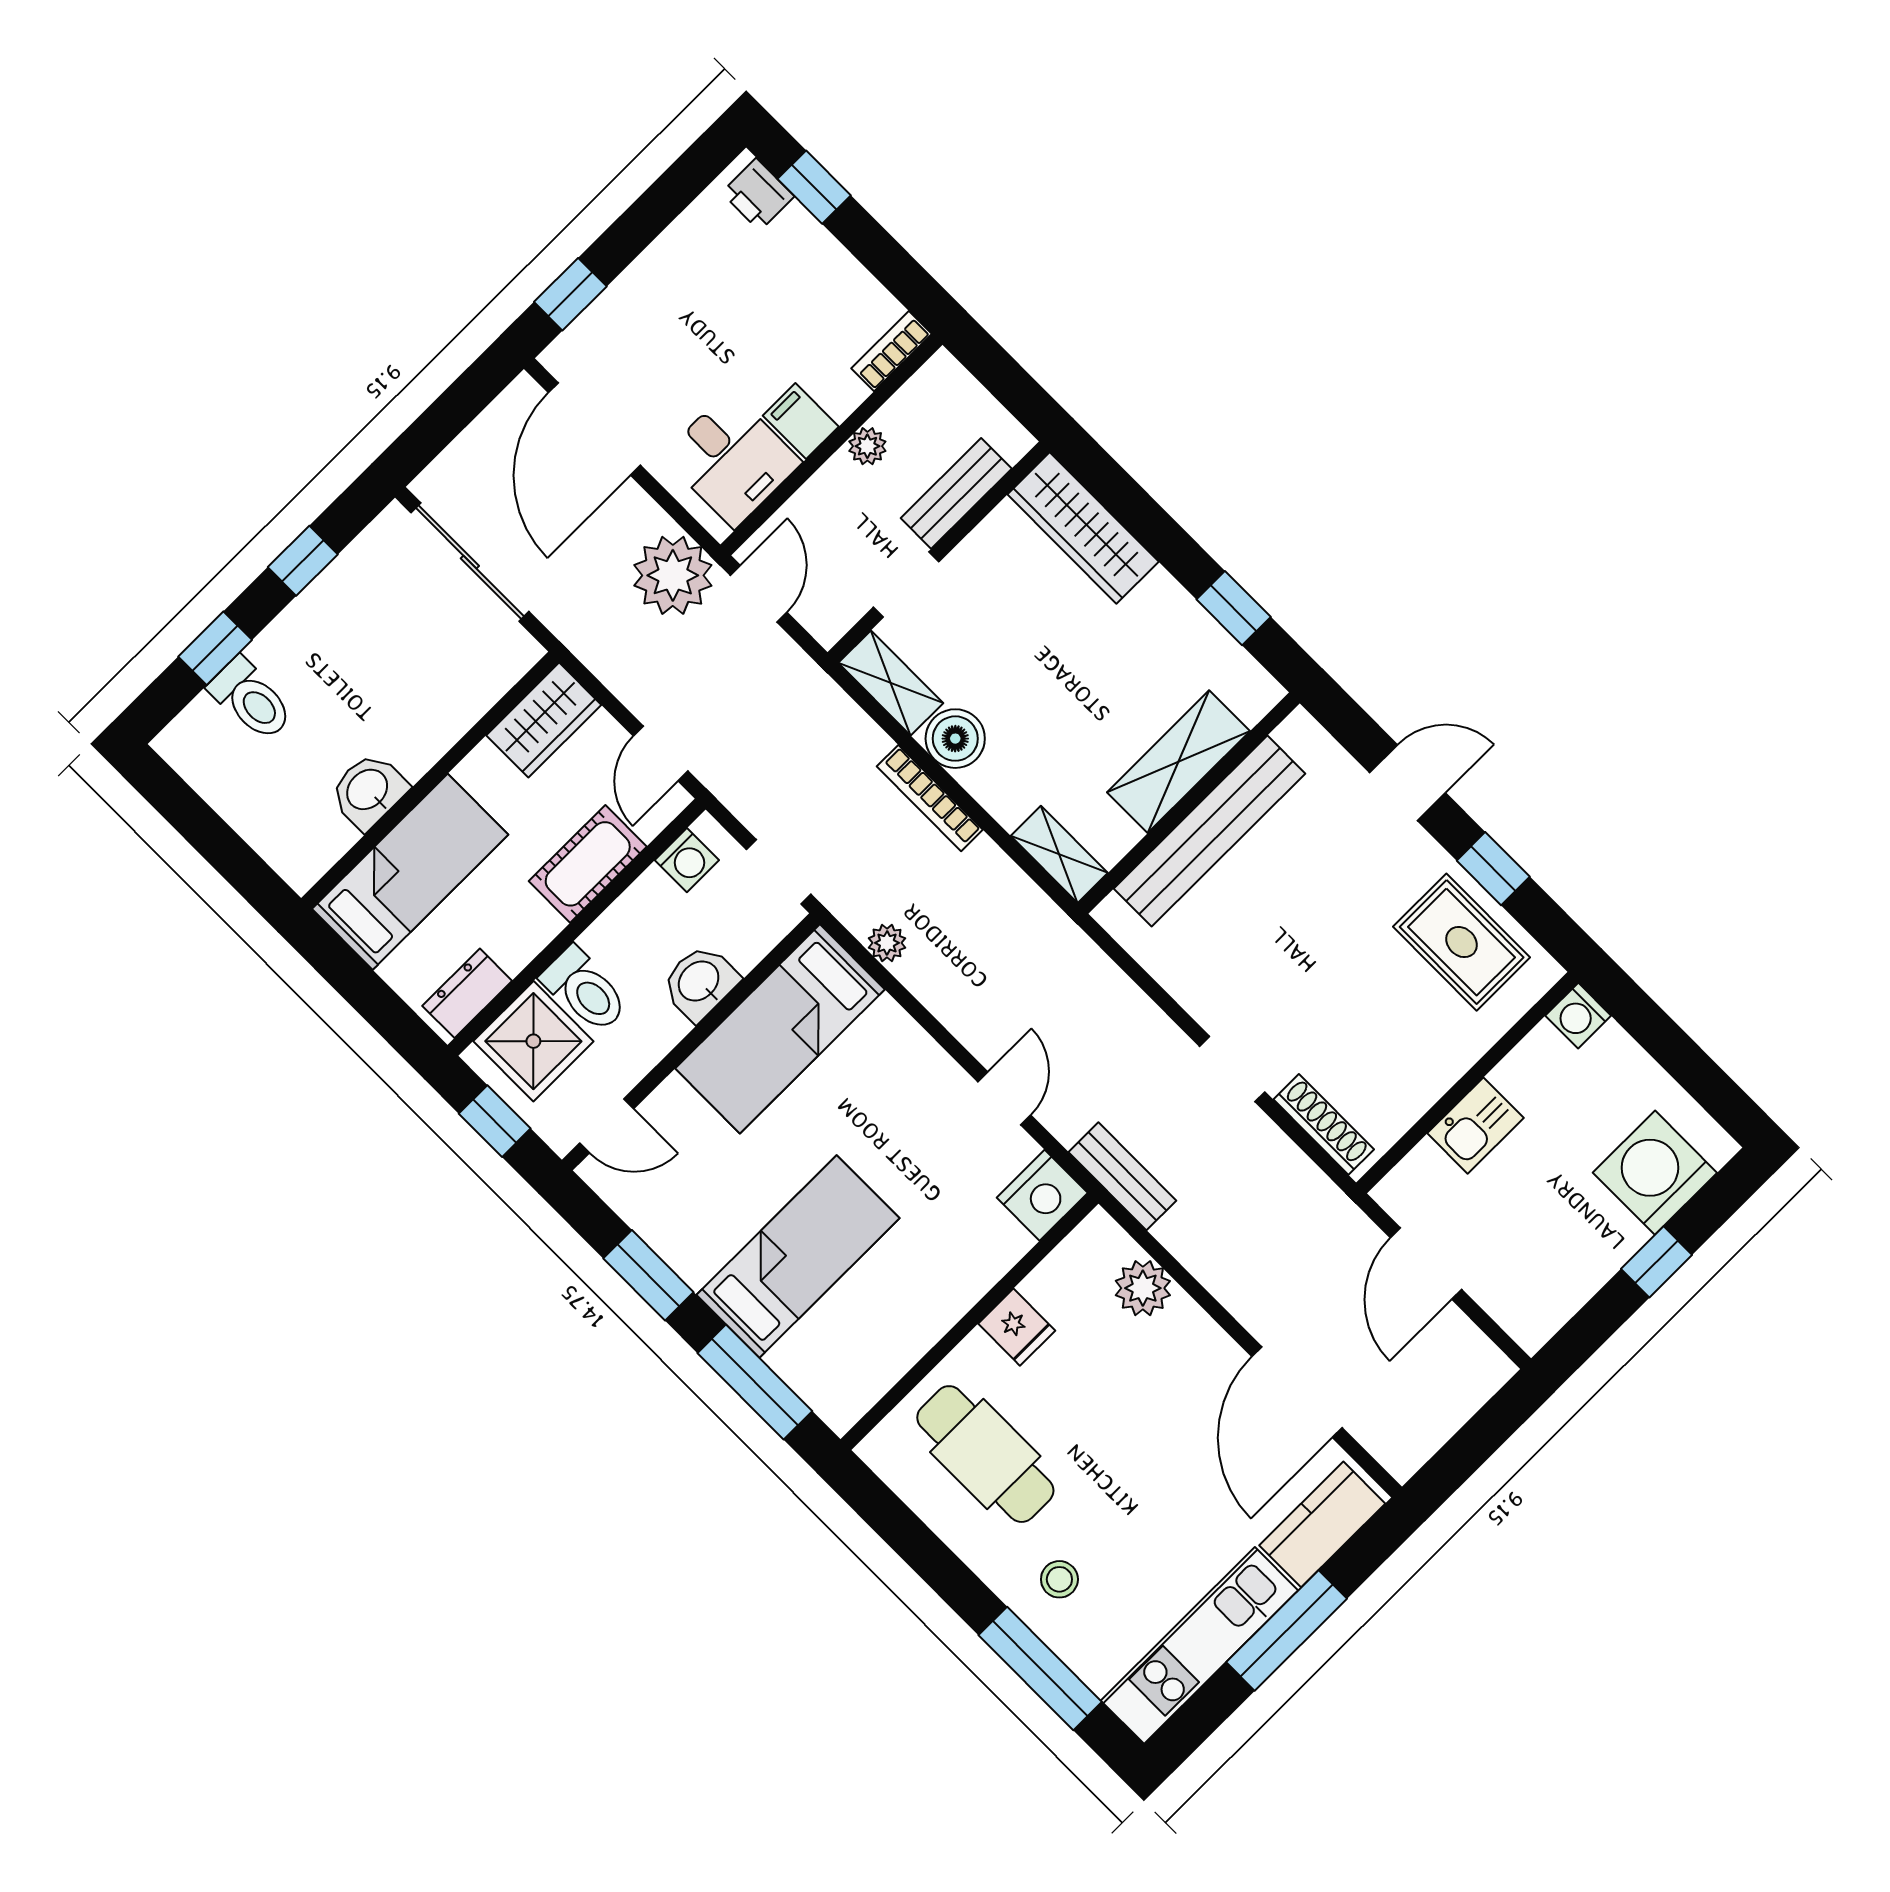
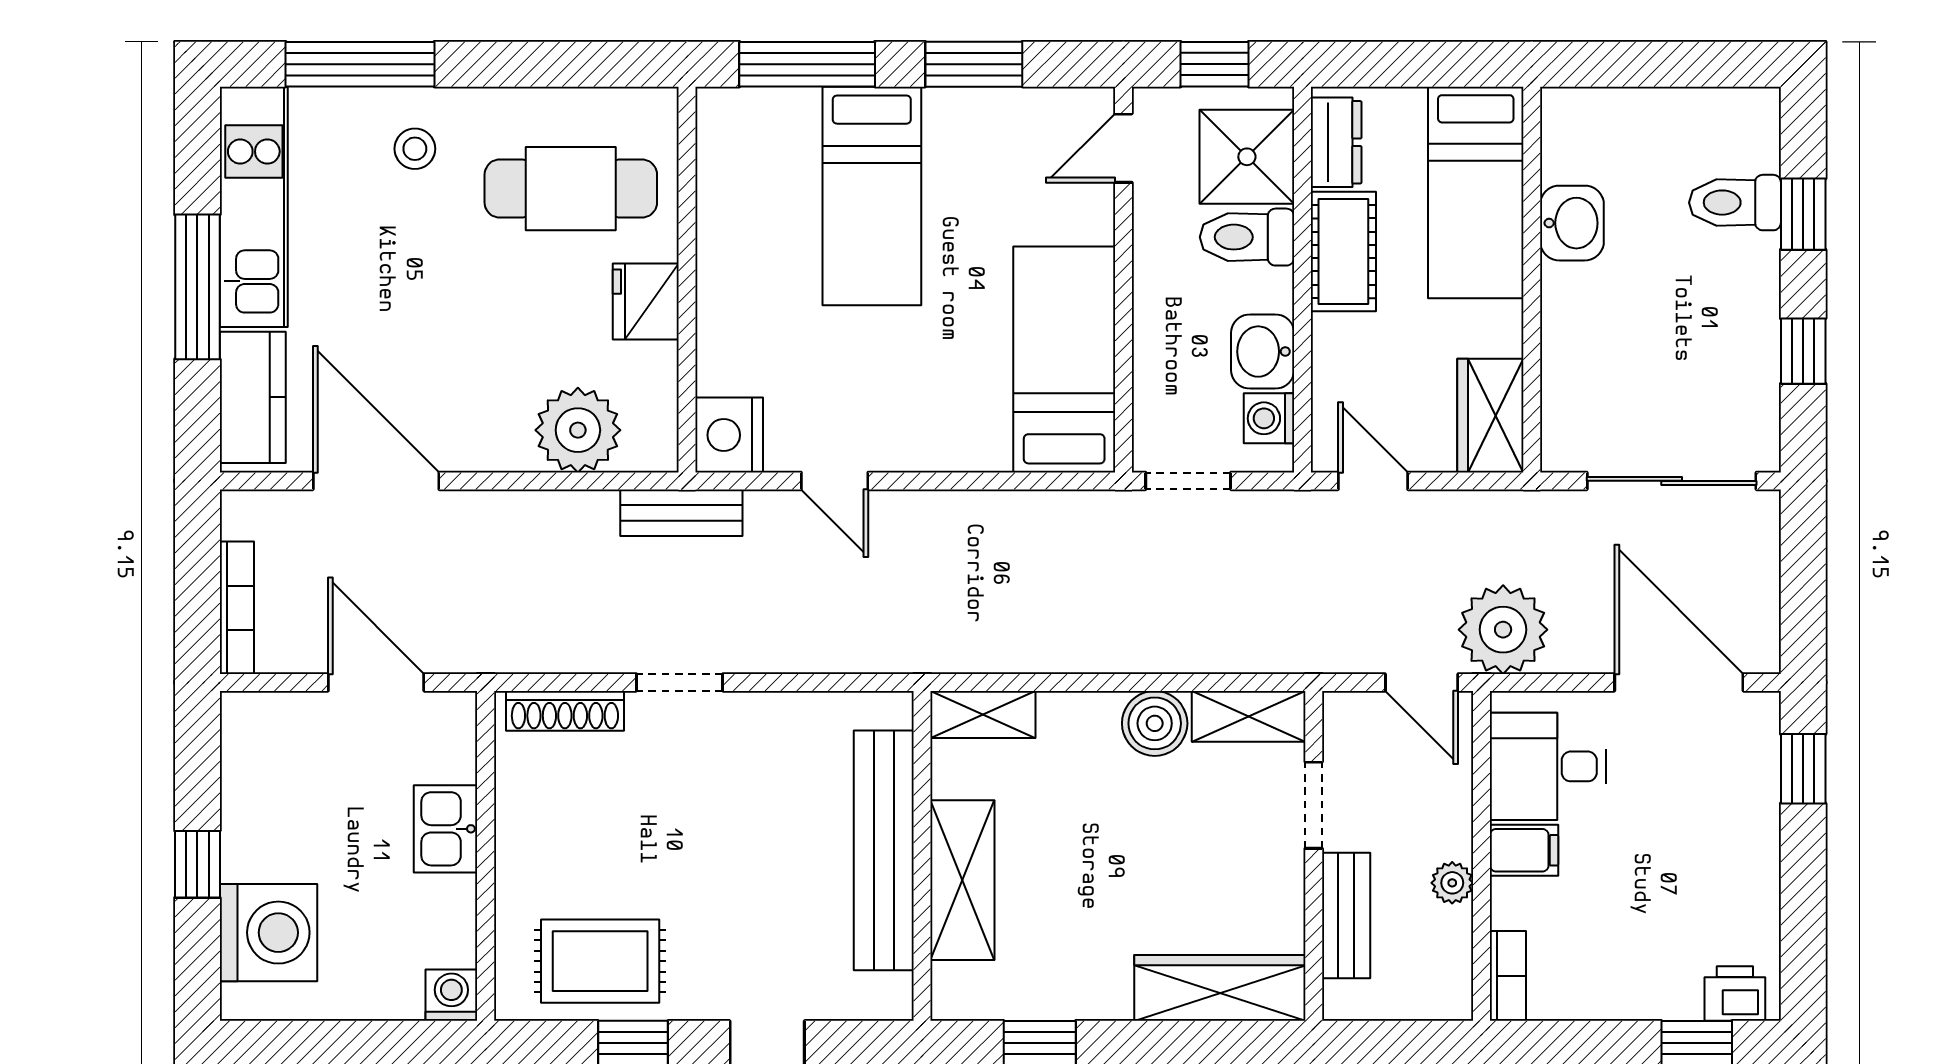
bookcase: (930, 798) -> (237, 608), moved, turned 90
cot: (588, 864) -> (1343, 252), moved
plant: (887, 943) -> (1048, 510), removed
washbasin: (700, 982) -> (1263, 352), moved, turned 180
plant: (1143, 1288) -> (578, 430), width x1.36, depth x1.36
fridge: (1017, 1327) -> (646, 302), width x1.38

